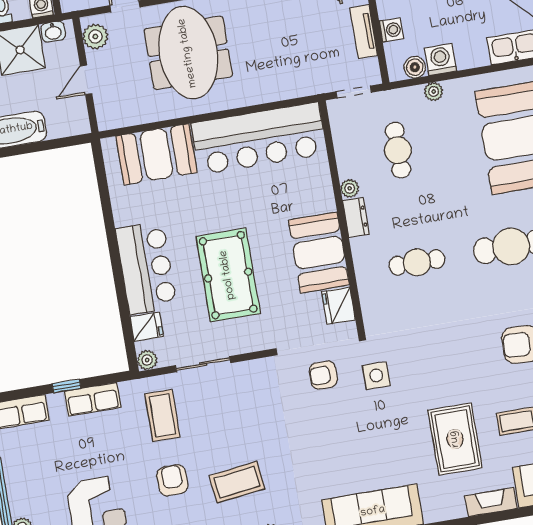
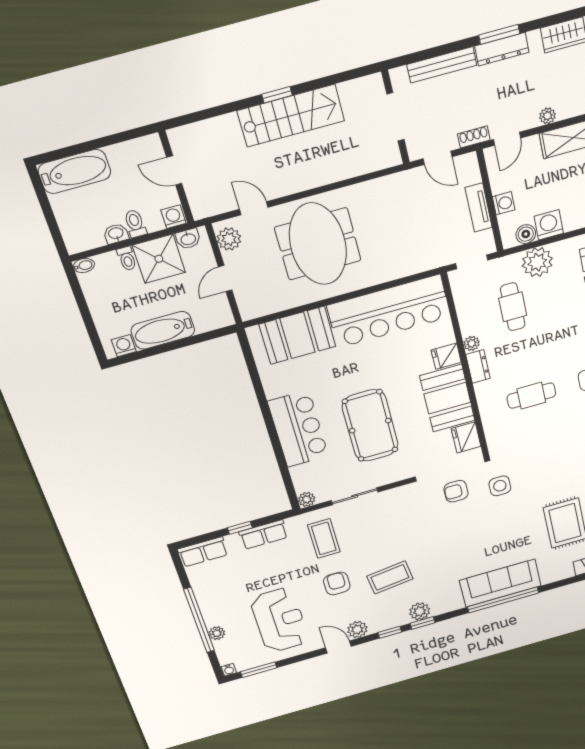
plant: (434, 92) -> (537, 262), width x1.88, depth x1.88
fridge: (147, 327) -> (446, 356), moved, turned 180

